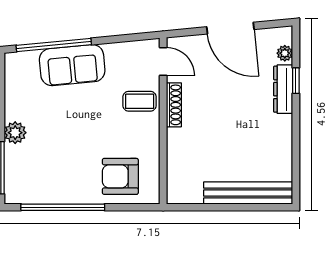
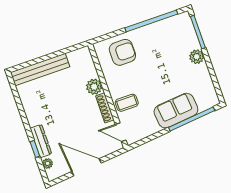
plant: (179, 141) -> (94, 87), added

